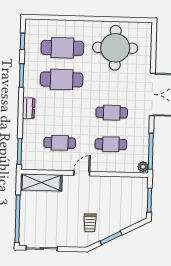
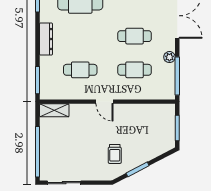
dresser: (29, 108) -> (46, 39), width x1.44
plant: (143, 167) -> (169, 57), moved
door: (82, 173) -> (105, 102), swing flipped
shelving: (41, 182) -> (54, 110), width x0.67, depth x0.75

